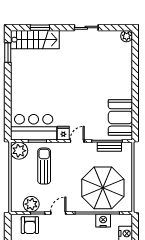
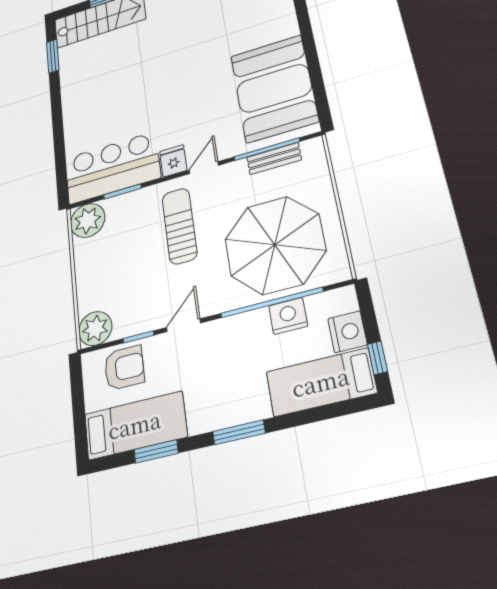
booth: (120, 117) -> (274, 88), width x1.36, depth x1.42
sun lounger: (44, 166) -> (180, 226), moved
plant: (31, 204) -> (95, 329), moved
armchair: (30, 225) -> (124, 368), turned -90

